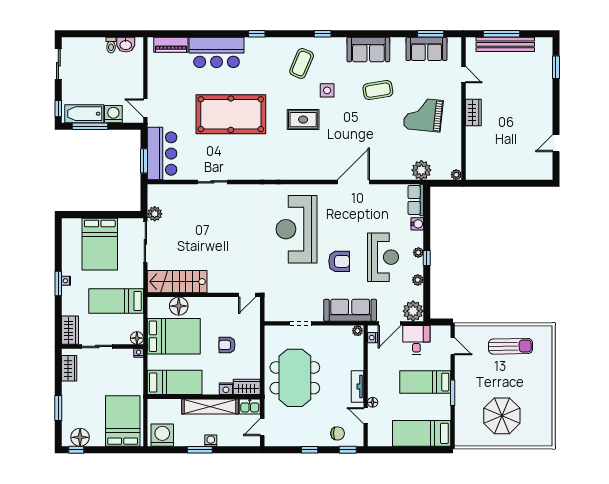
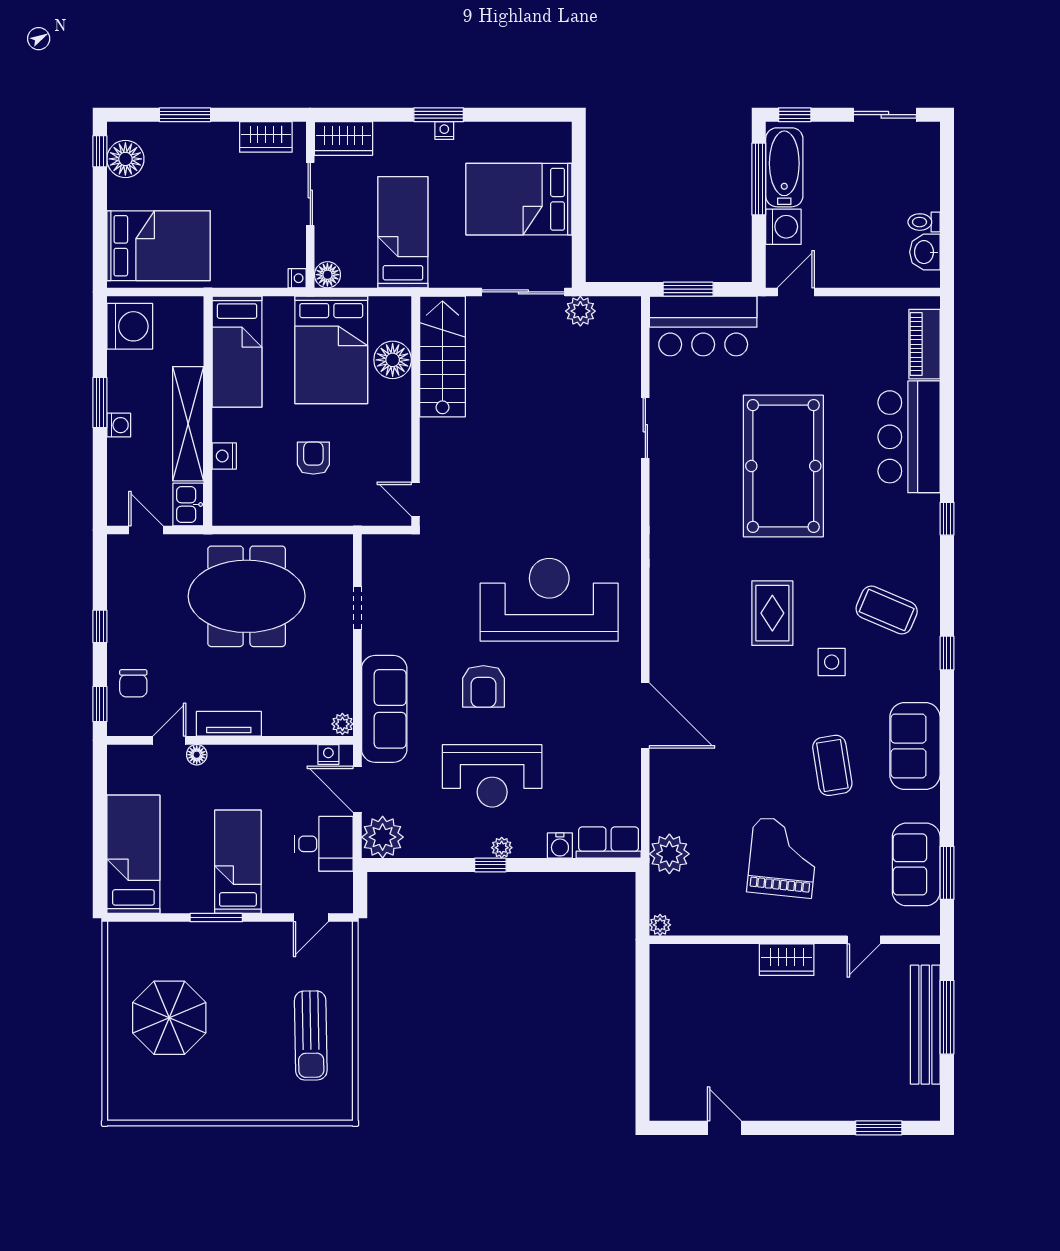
plant: (418, 280) -> (446, 847), removed
wardrobe: (247, 387) -> (228, 499), removed

